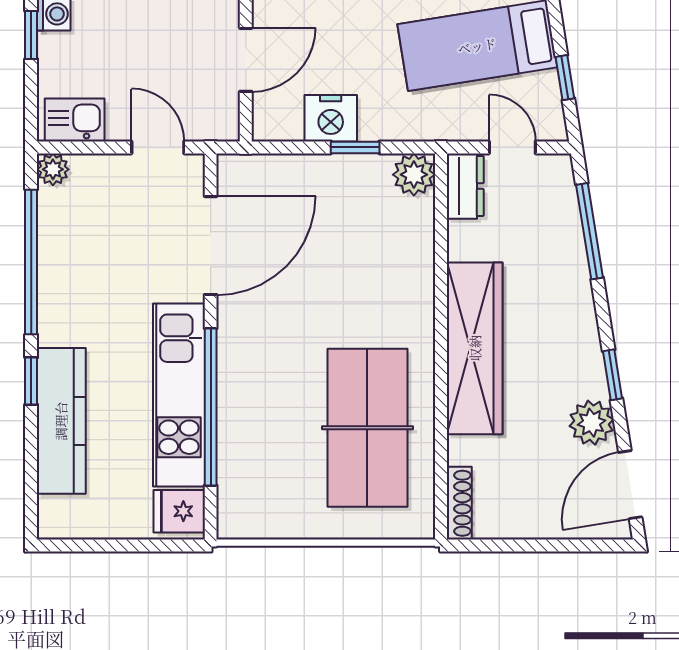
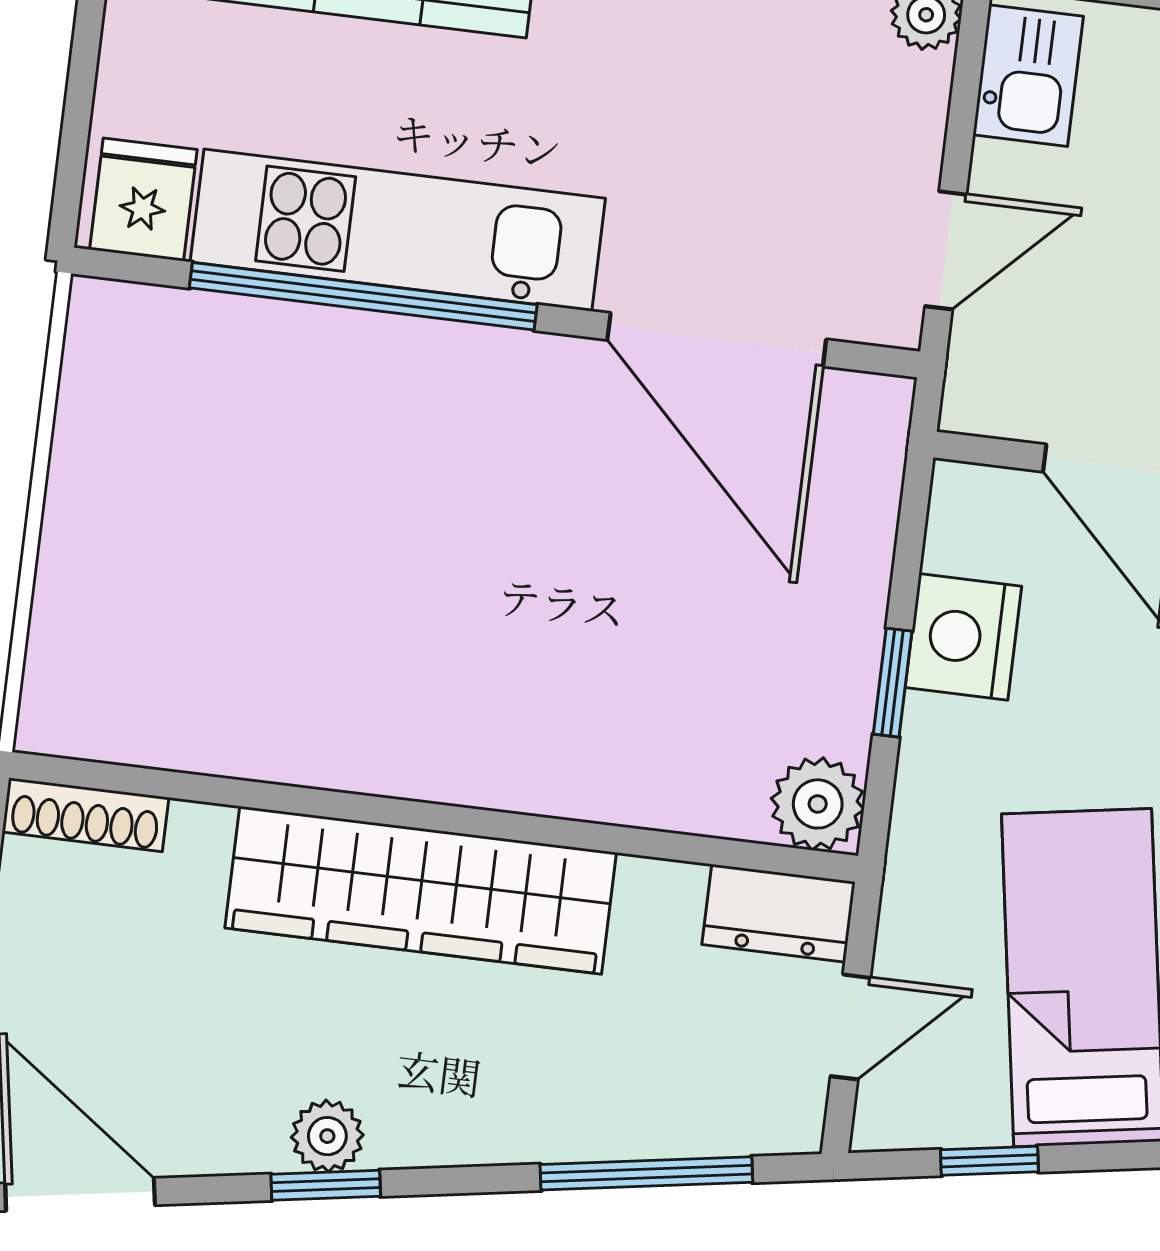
plant: (592, 423) -> (327, 1136), moved, width x0.73, depth x0.73
table tennis table: (367, 428) -> (275, 634), removed

